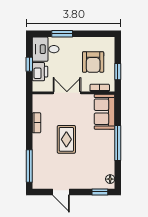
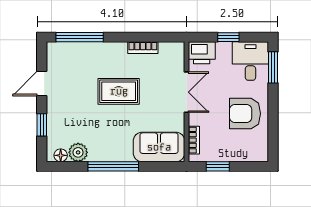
window: (62, 34) -> (273, 67), moved
armchair: (93, 62) -> (245, 114), moved
printer: (40, 72) -> (202, 53), moved
plant: (108, 167) -> (78, 152), added
window: (100, 192) -> (42, 125), moved

